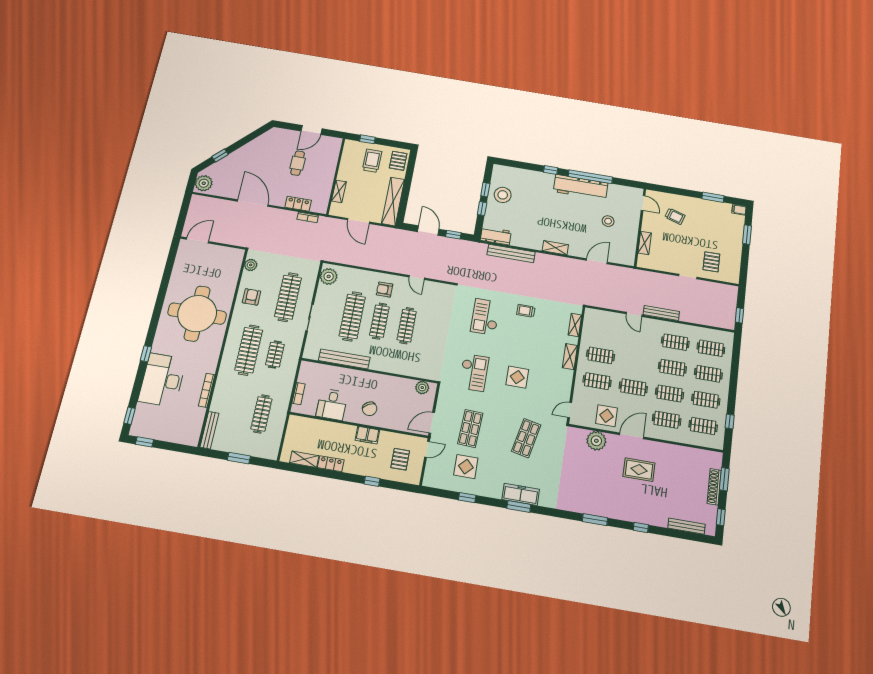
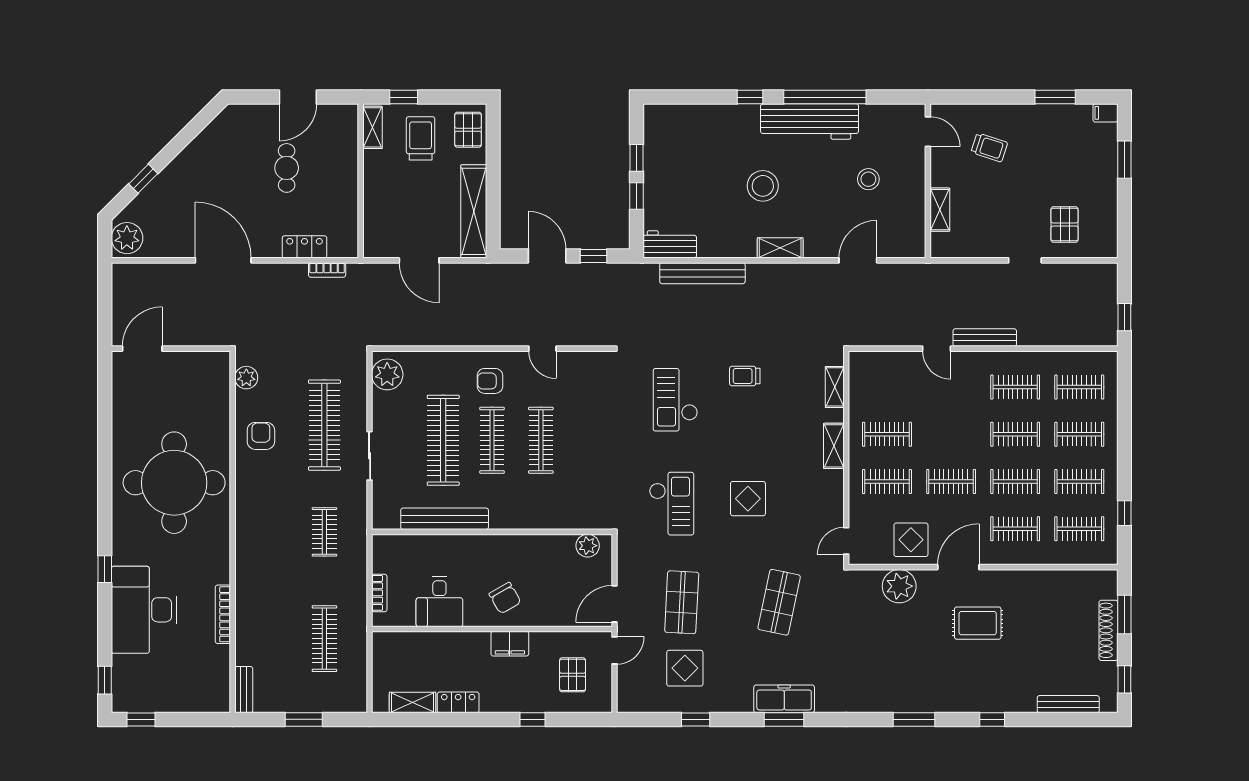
shelving: (339, 191) -> (372, 127), moved
stool: (503, 195) -> (763, 186), moved
clothes rail: (249, 350) -> (278, 532), removed
bench: (209, 430) -> (244, 690), width x0.73

